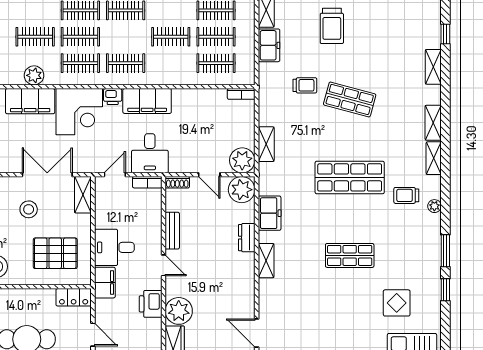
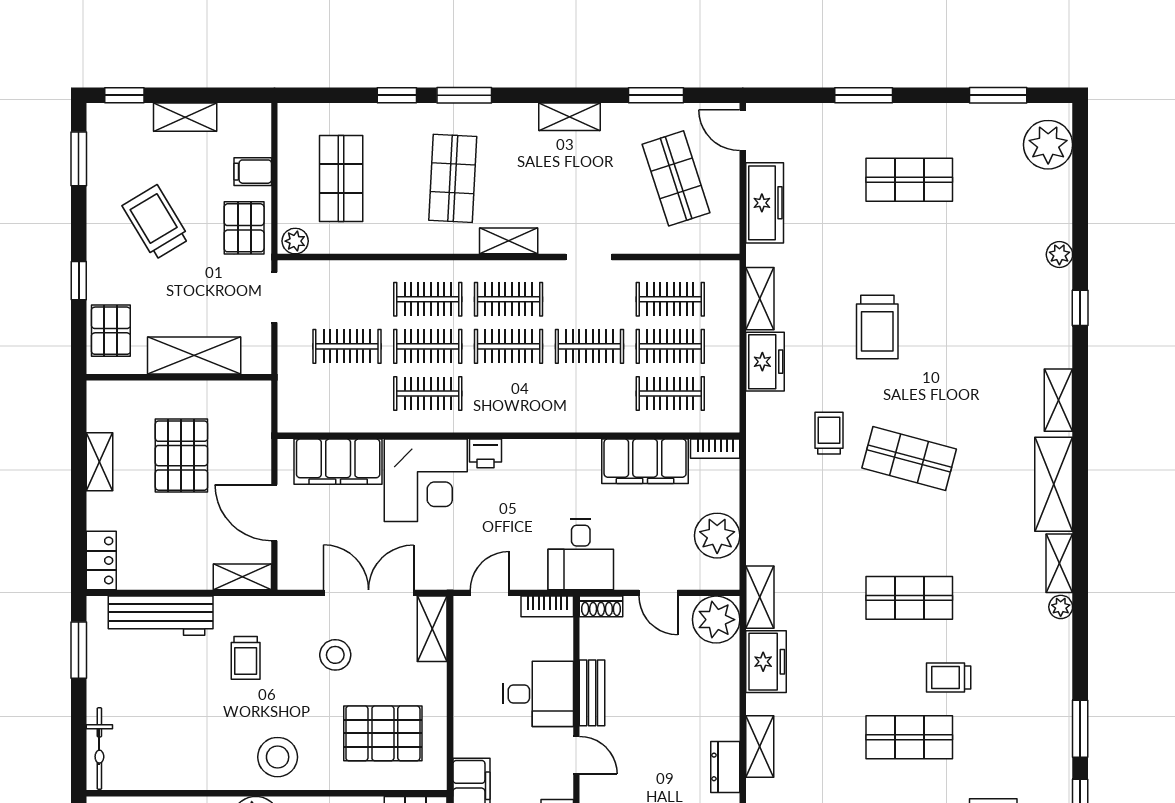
window: (445, 34) -> (1080, 308), moved
clothes rail: (126, 63) -> (509, 346), moved
plant: (34, 75) -> (345, 415), removed
trolley: (305, 85) -> (829, 433), turned -90
filing cabinet: (147, 101) -> (645, 461), moved
shelving: (433, 123) -> (1054, 484), width x1.50, depth x1.33
shelving: (266, 144) -> (760, 597), moved
desk: (150, 153) -> (581, 555), moved
plant: (242, 160) -> (717, 536), moved
shop shelf: (350, 177) -> (909, 598), width x0.70, depth x0.74
trolley: (406, 195) -> (949, 678), moved
plant: (434, 206) -> (1061, 607), moved
dresser: (247, 238) -> (725, 767), moved
desk: (114, 247) -> (538, 694), moved, turned 180

